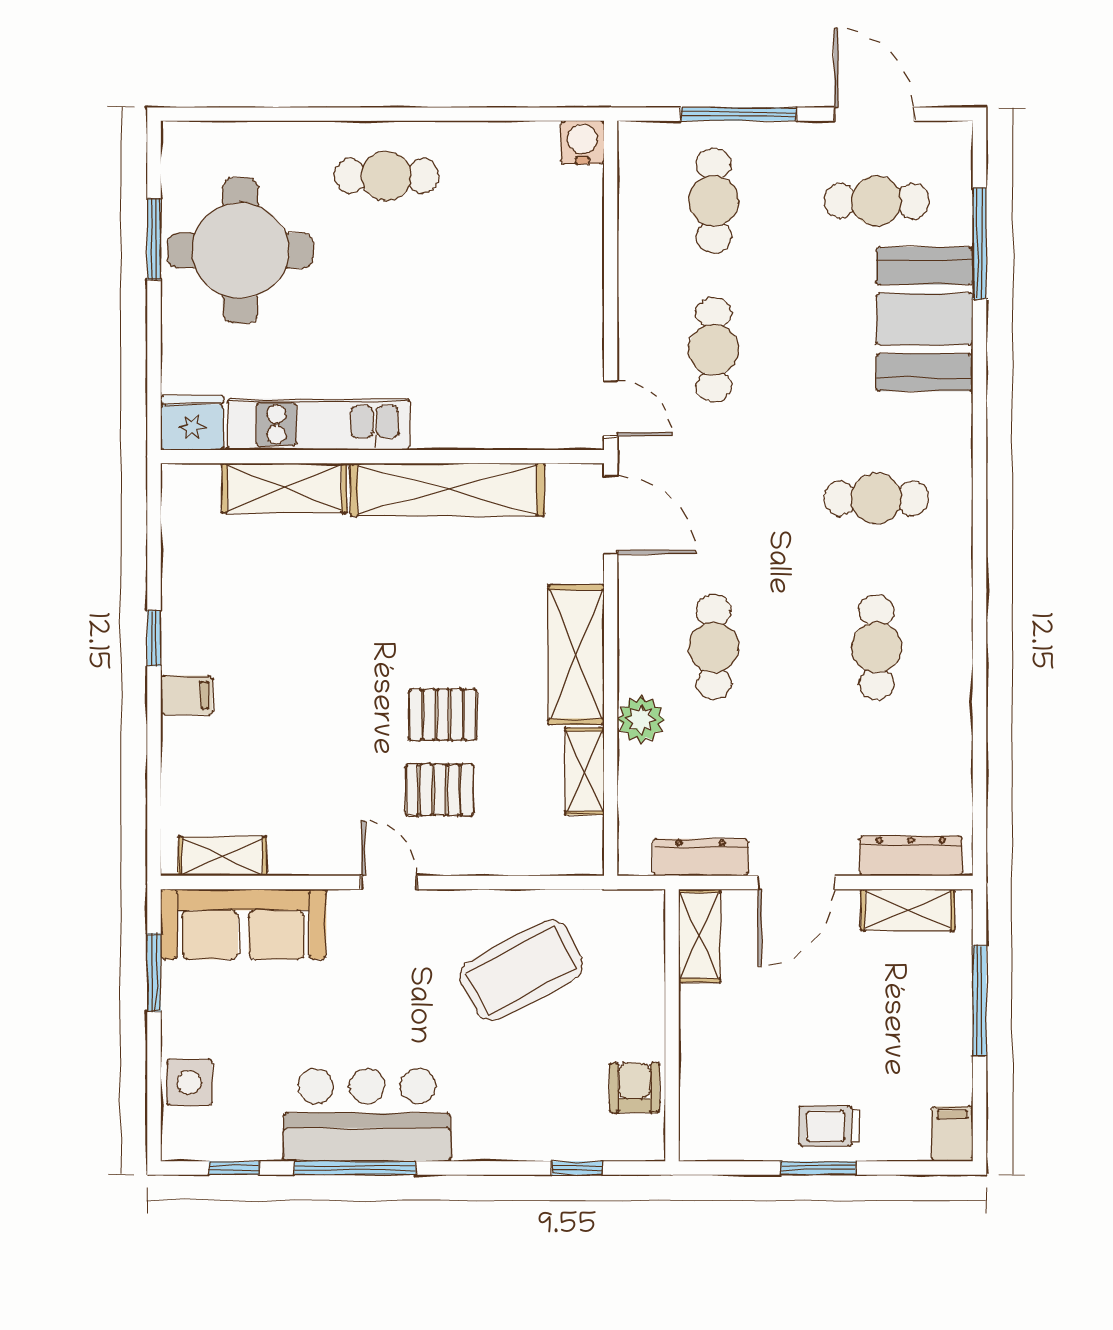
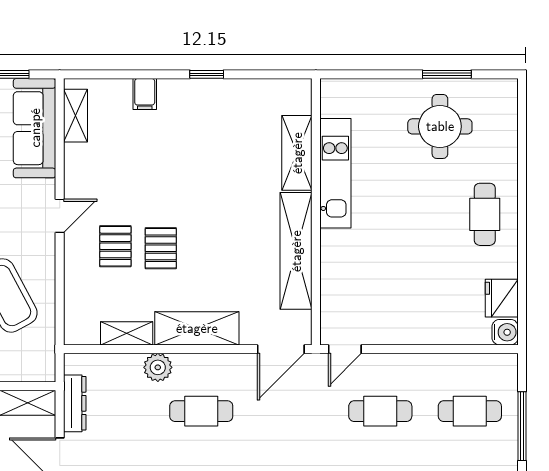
round table: (240, 251) -> (440, 126), width x0.73, depth x0.73
fridge: (192, 423) -> (502, 298), moved, turned 180
filing cabinet: (186, 695) -> (145, 94), moved

